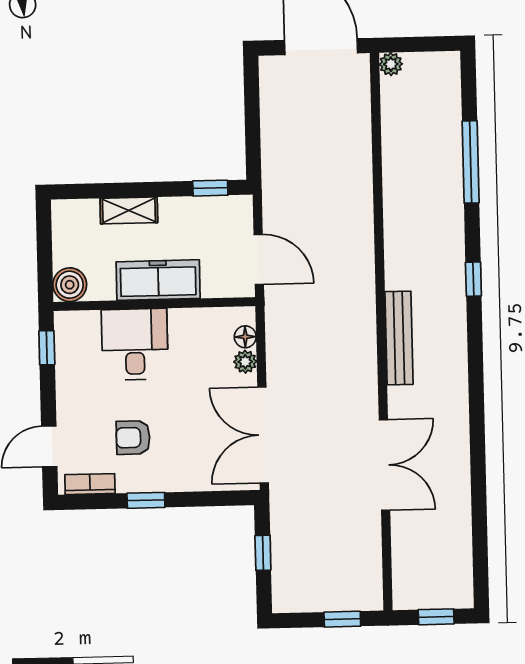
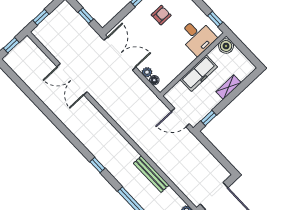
door: (259, 260) -> (180, 118), moved
bench: (399, 338) -> (151, 174), moved
desk: (135, 344) -> (197, 37), moved

